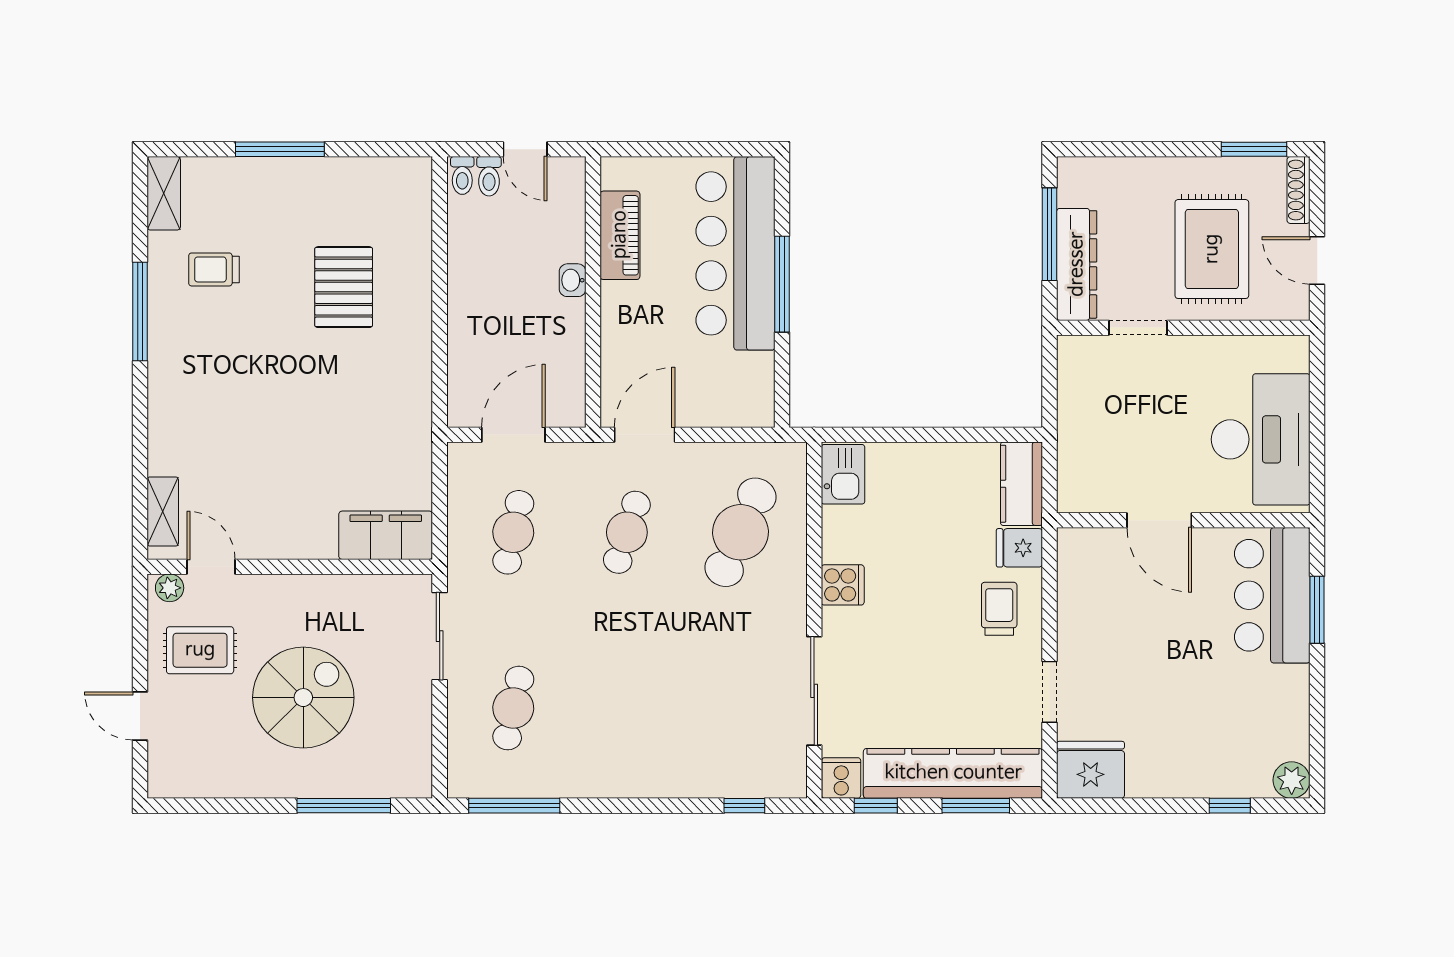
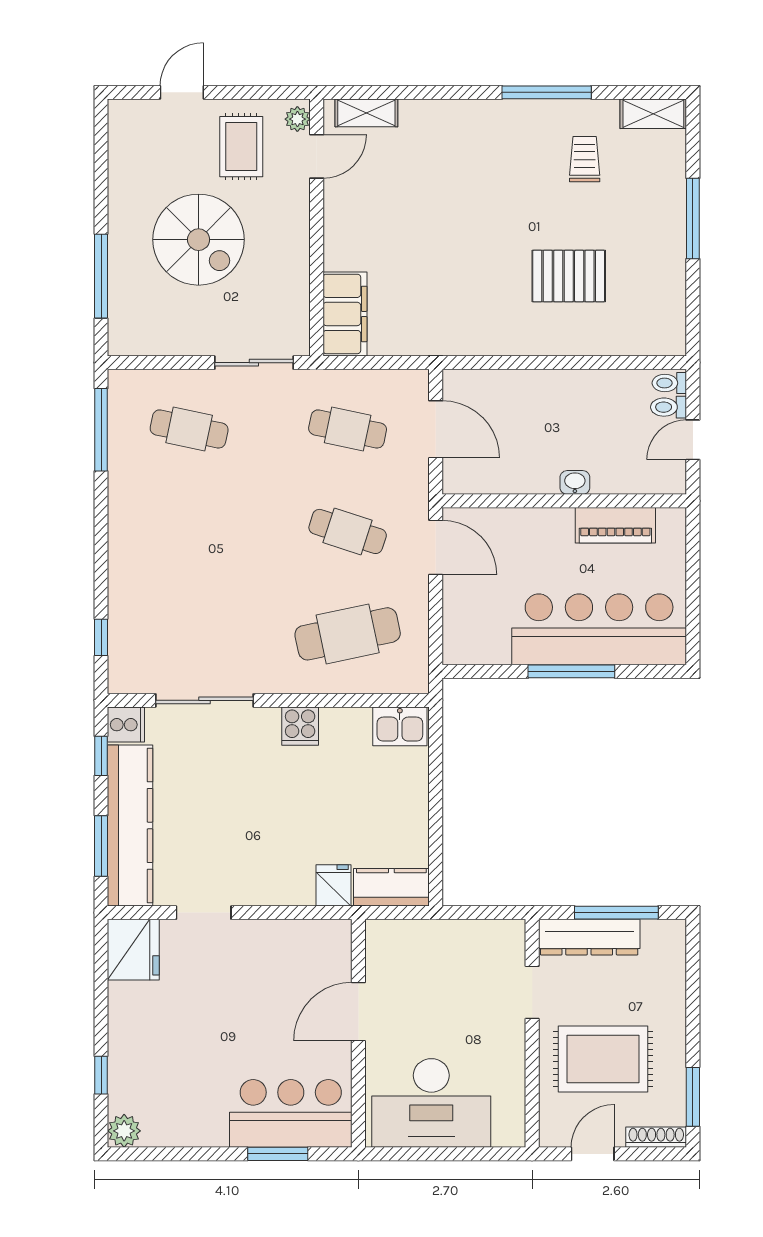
cafe table: (741, 532) -> (348, 634), turned -36
trolley: (999, 609) -> (279, 867), removed

